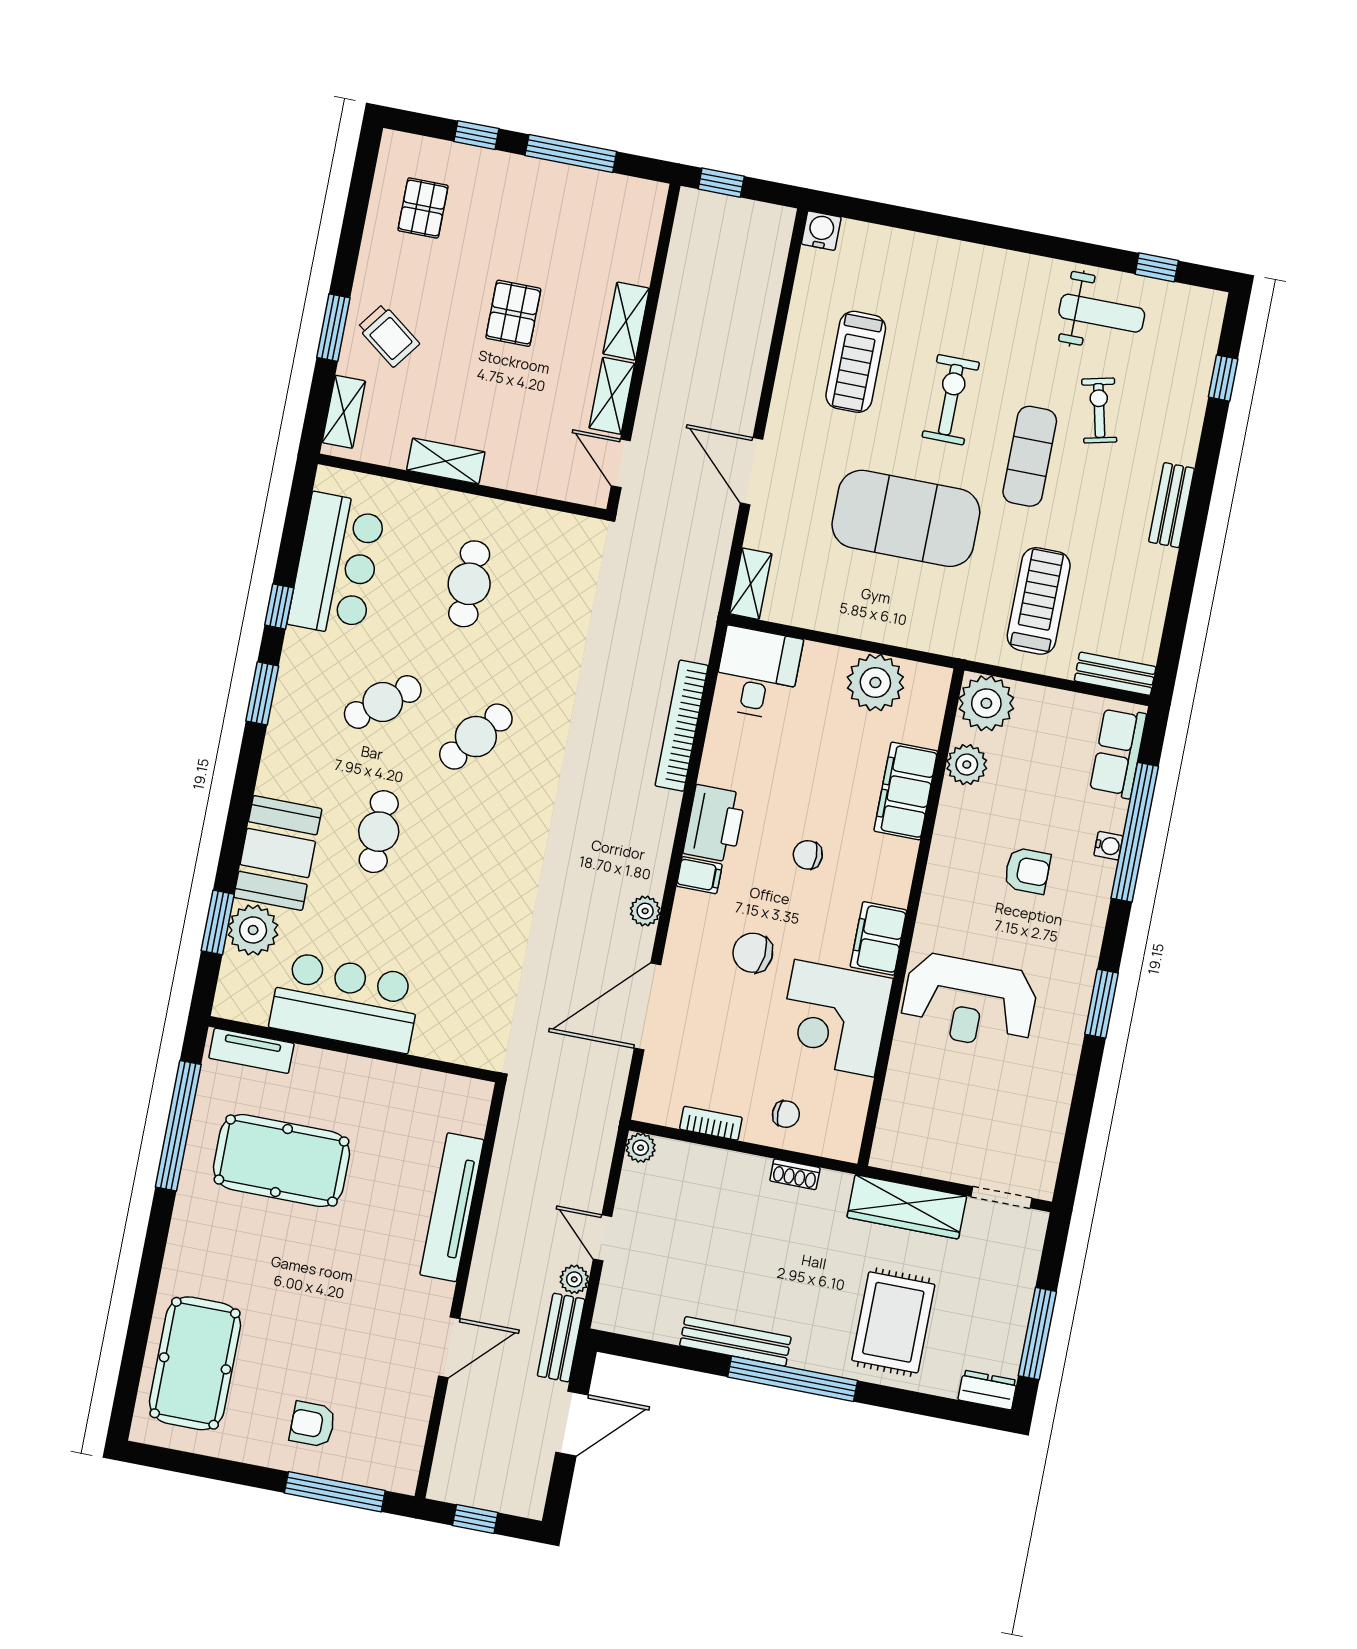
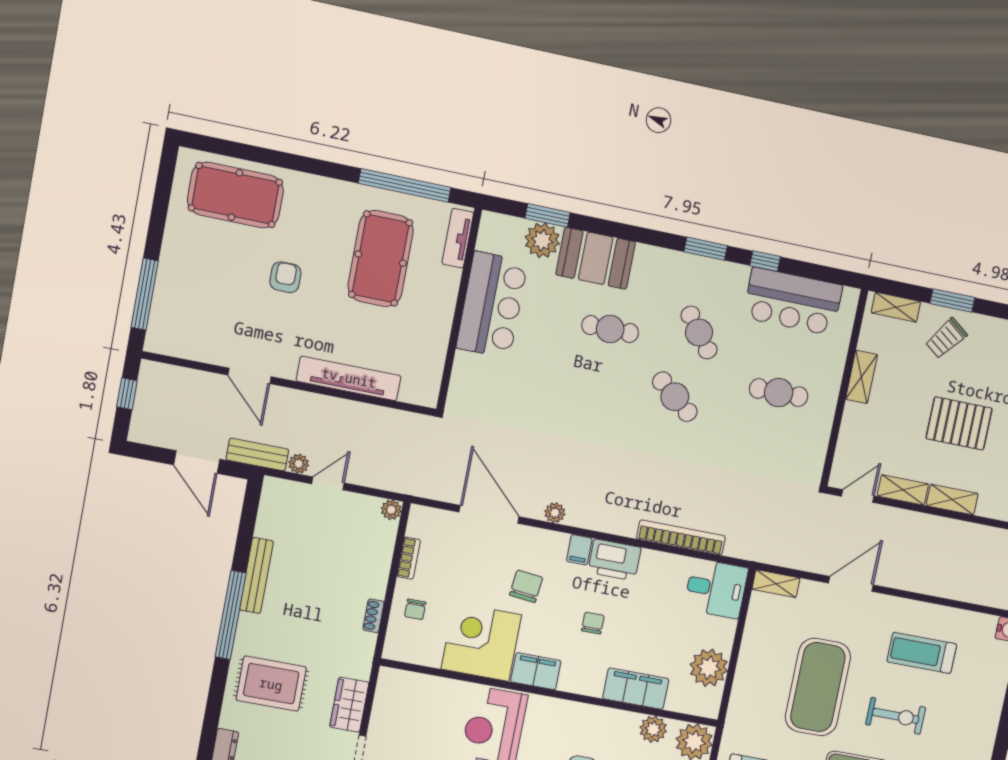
pallet: (513, 313) -> (959, 423), width x1.50, depth x1.42
wardrobe: (907, 1207) -> (349, 705), width x0.67
armchair: (312, 1424) -> (285, 277), moved

